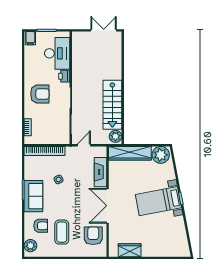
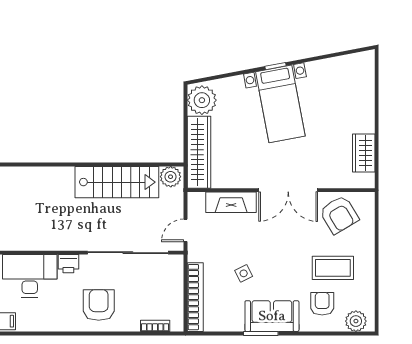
door: (84, 145) -> (186, 230), hinge flipped
armchair: (93, 236) -> (339, 215), turned -121

